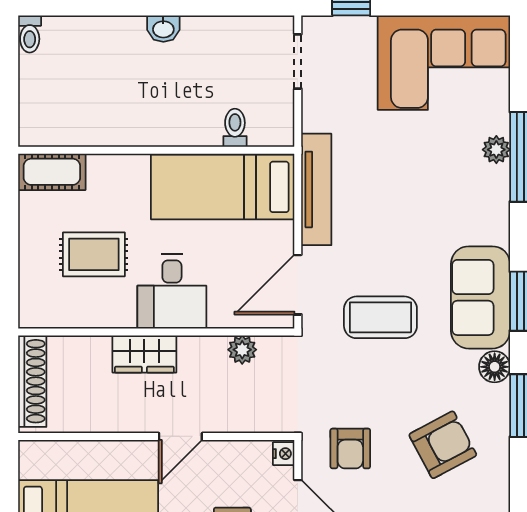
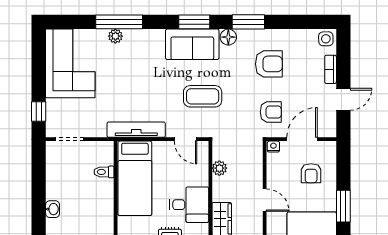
door: (298, 285) -> (186, 139), width x0.73
coffee table: (380, 317) -> (203, 96), turned 90
armchair: (443, 445) -> (269, 64), turned 118

